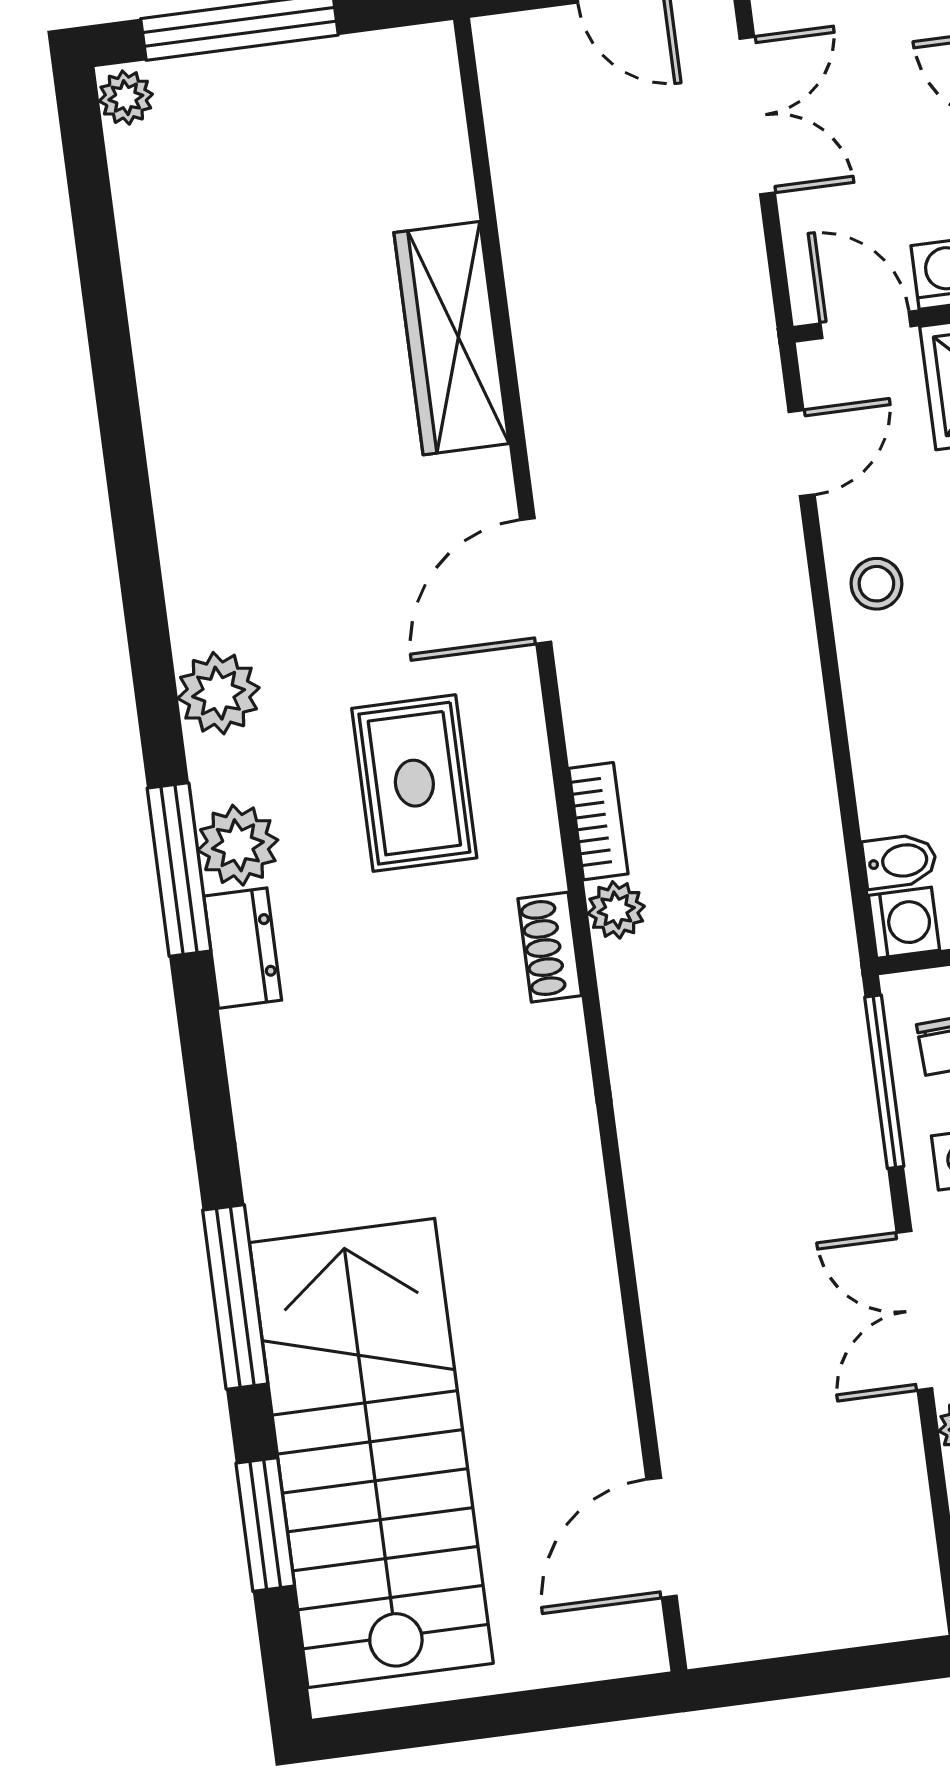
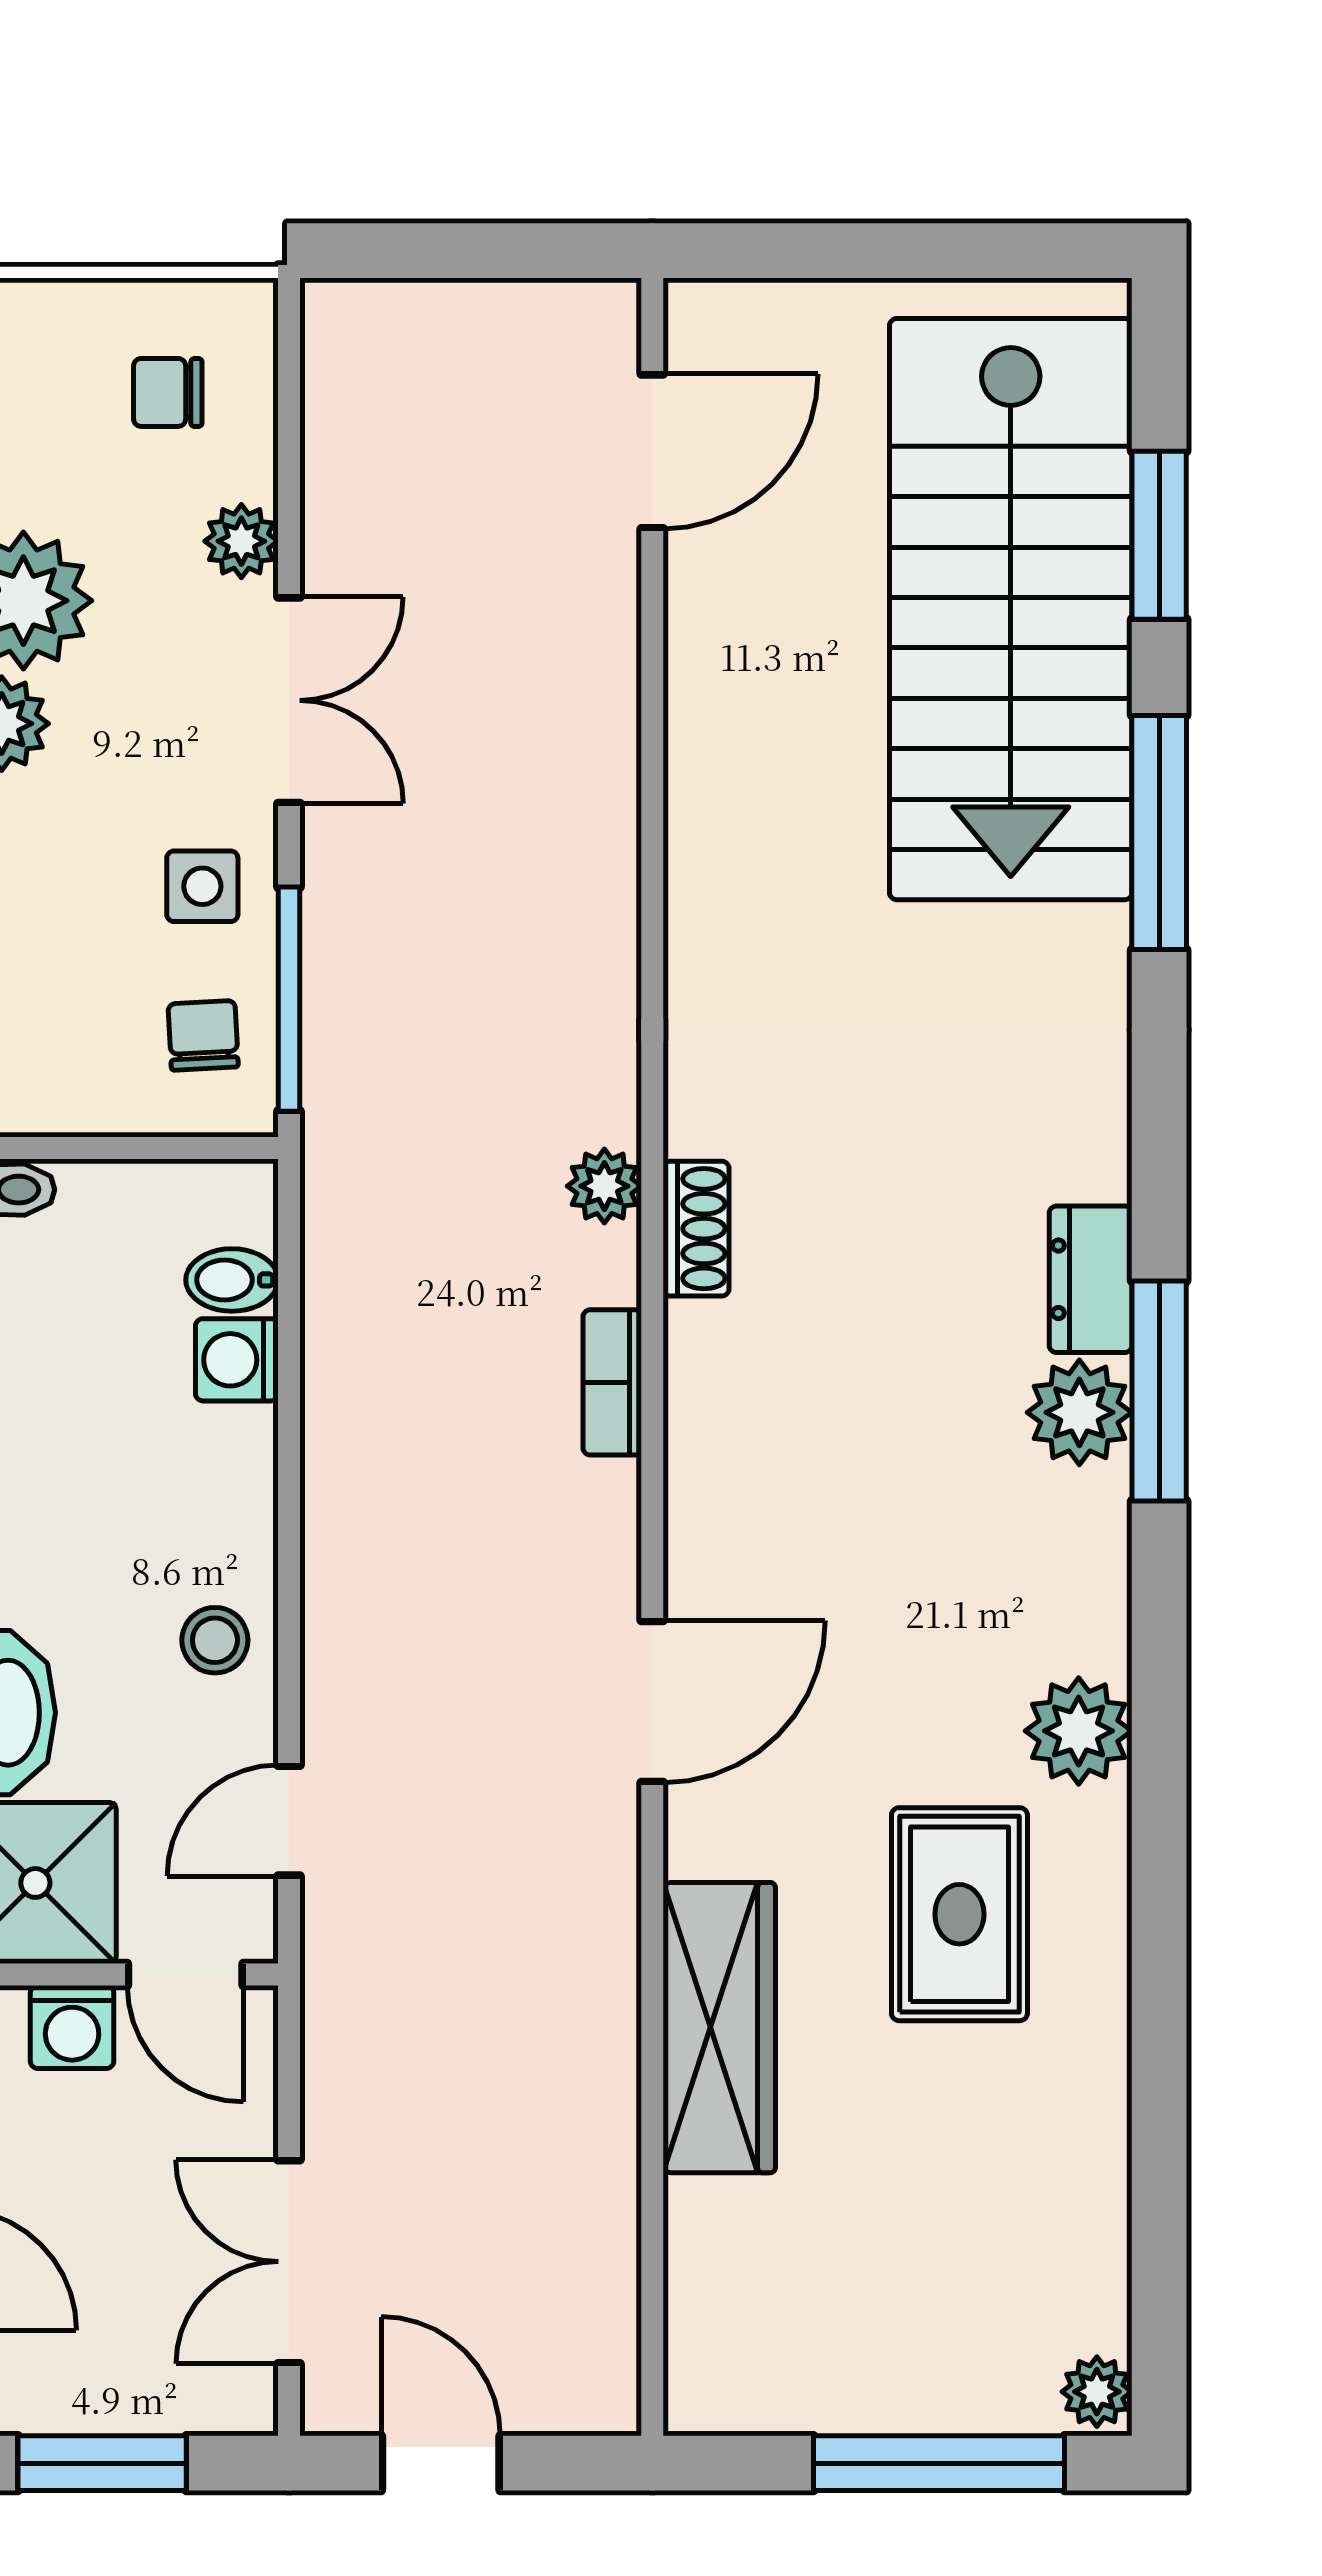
plant: (219, 693) -> (1079, 1731), moved
rug: (414, 783) -> (959, 1914), moved
plant: (616, 910) -> (604, 1186), moved
washing machine: (904, 923) -> (237, 1360), moved

